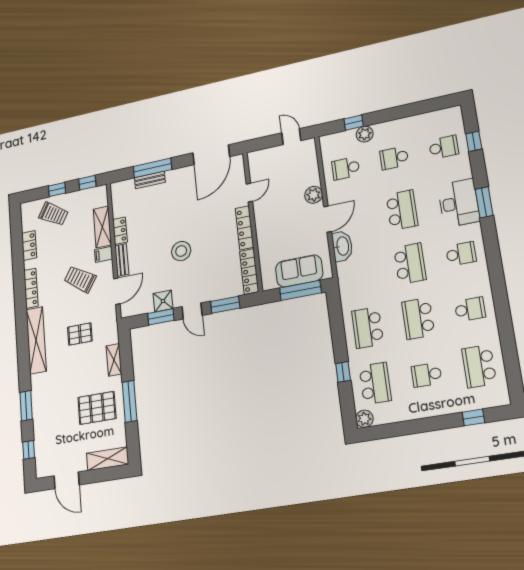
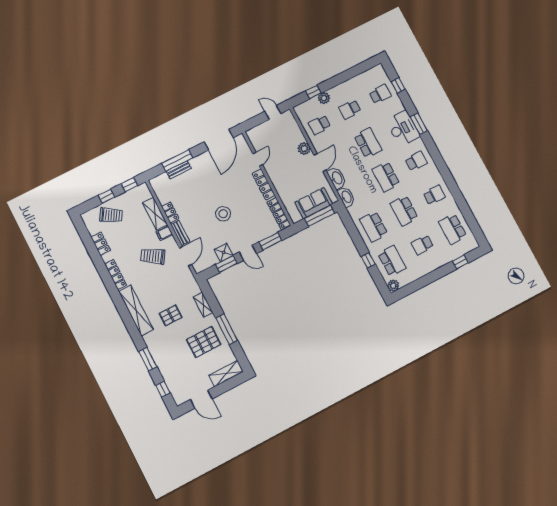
school desk: (410, 264) -> (386, 177), turned 180
washbasin: (345, 275) -> (346, 197), added
pallet: (80, 334) -> (171, 315), moved

